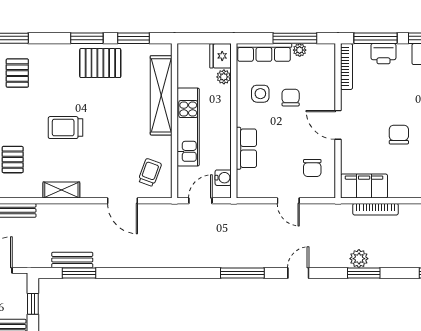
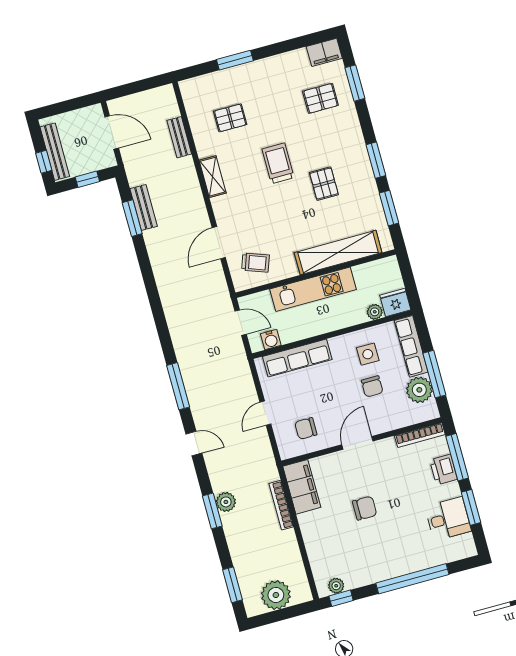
plant: (300, 50) -> (419, 390), width x1.88, depth x1.88
pallet: (100, 63) -> (324, 184), moved, width x0.67, depth x0.71
chair: (291, 98) -> (372, 386), turned 90
row of seats: (246, 148) -> (297, 358), width x1.48

